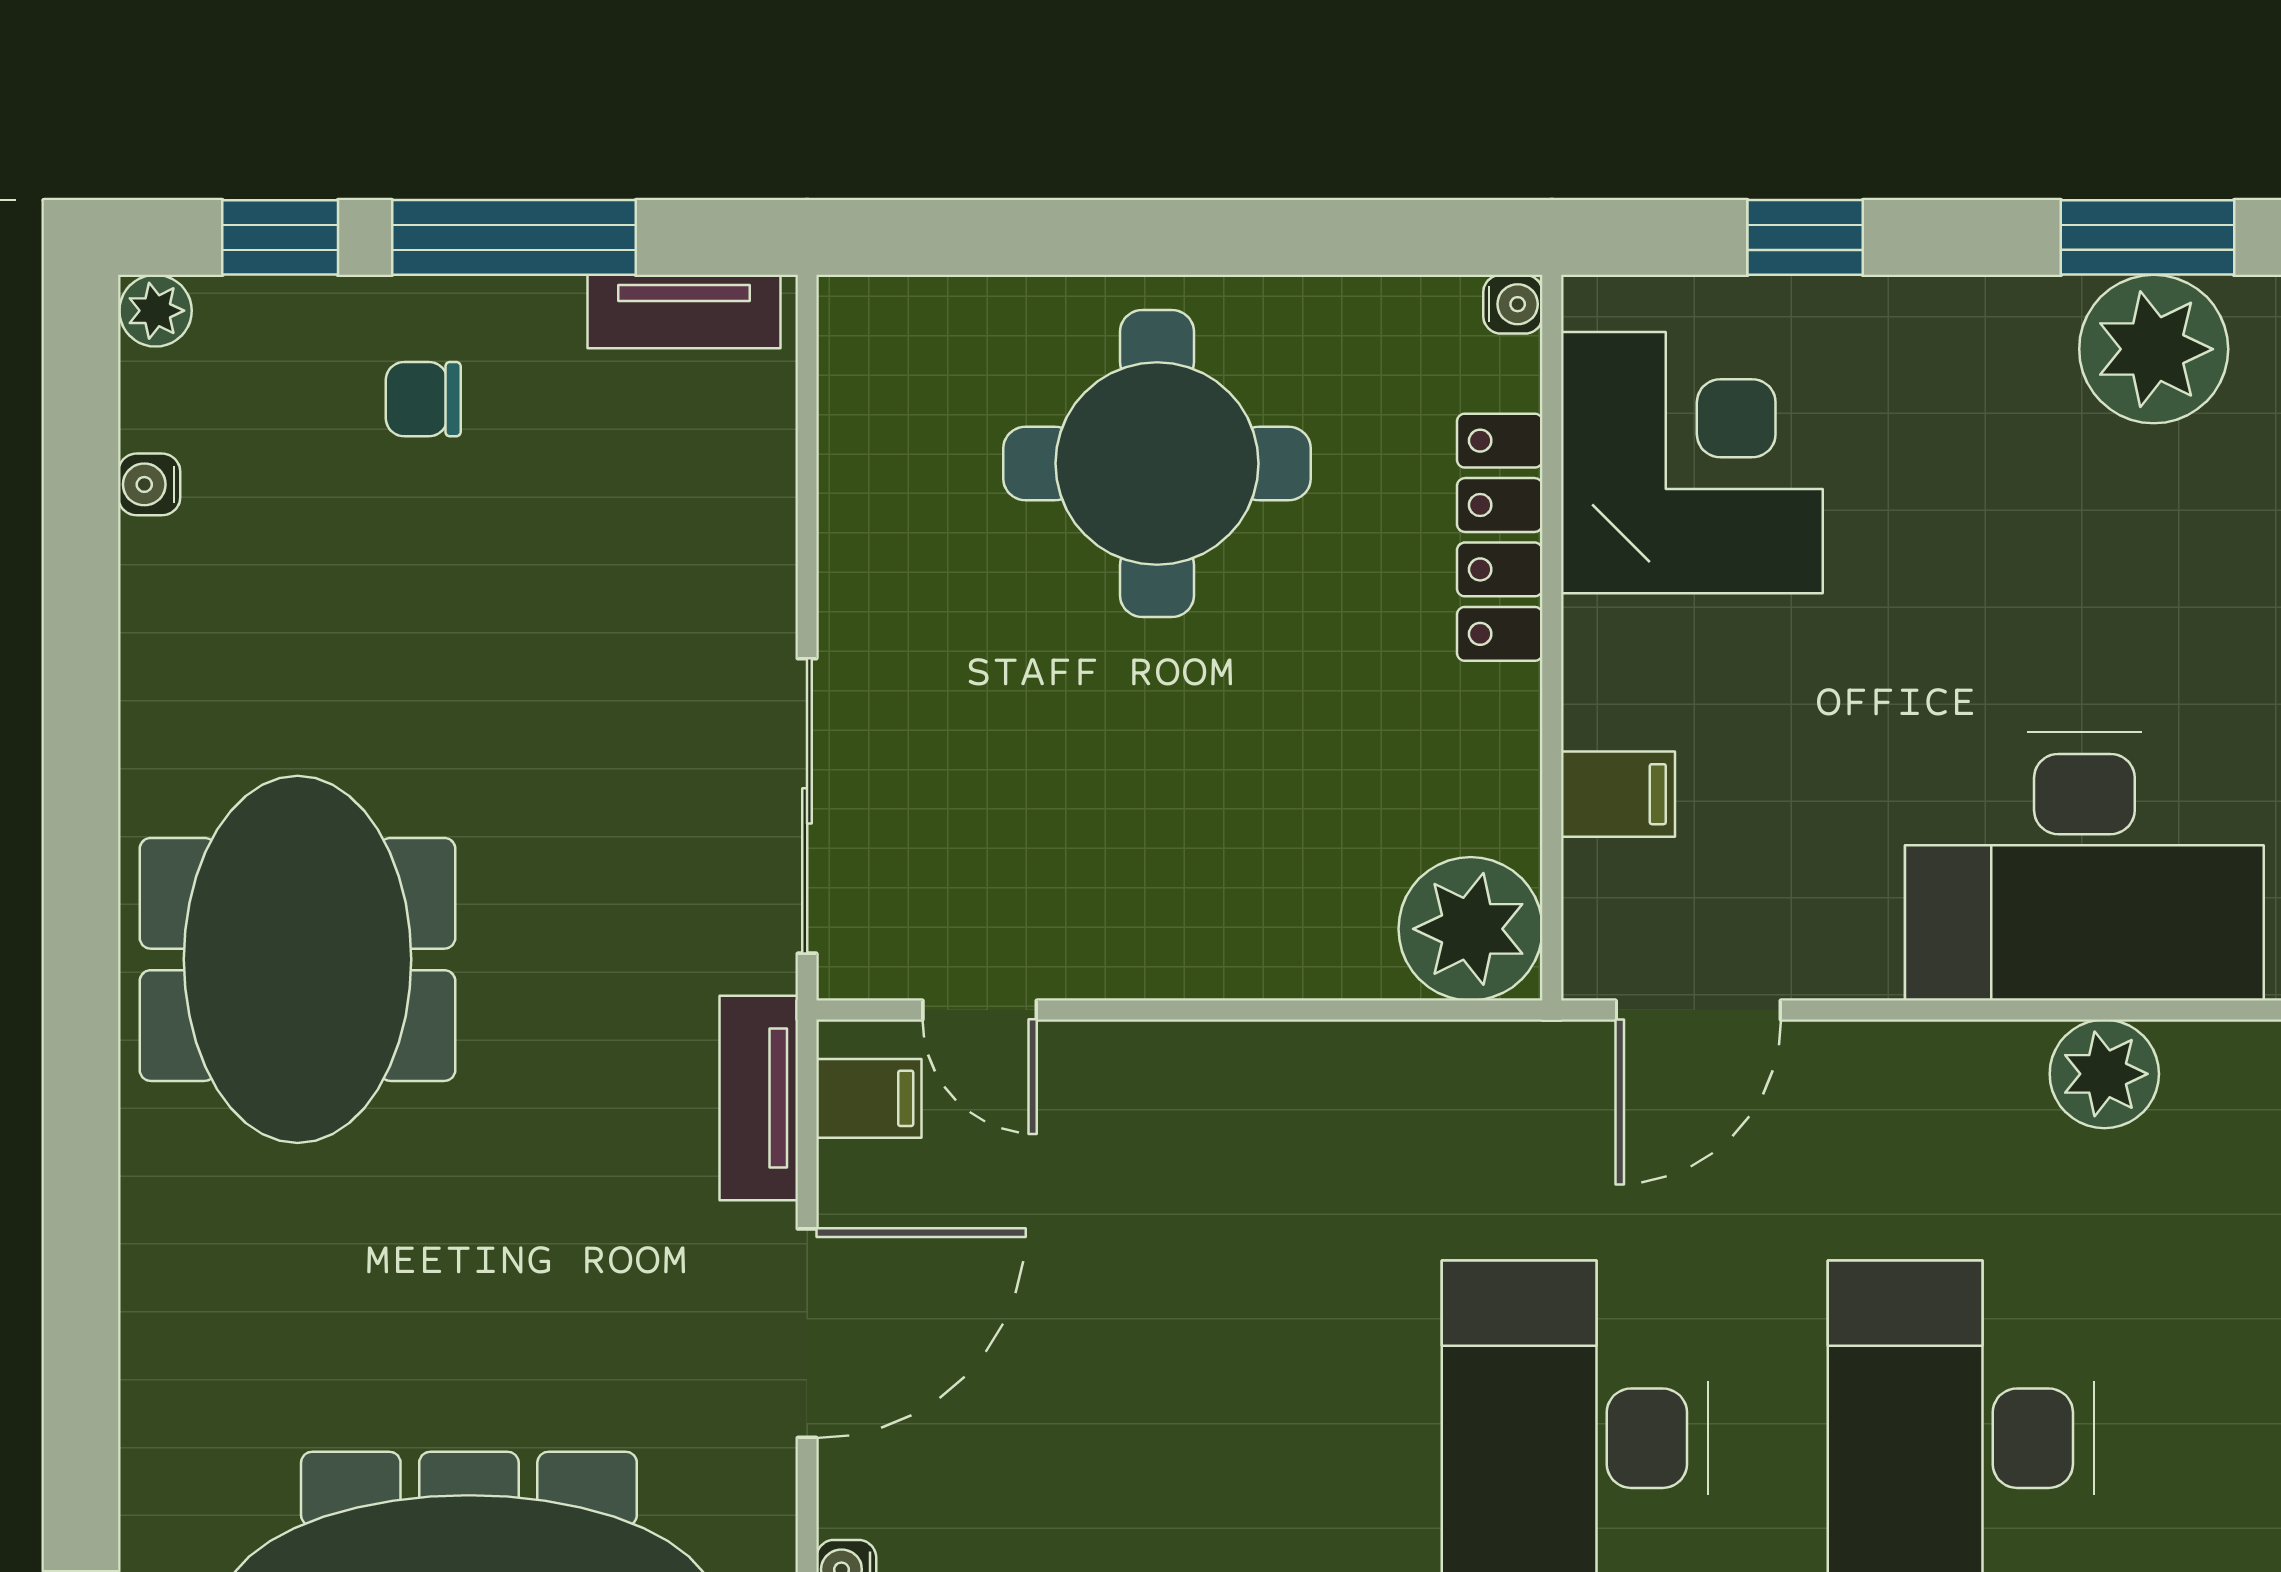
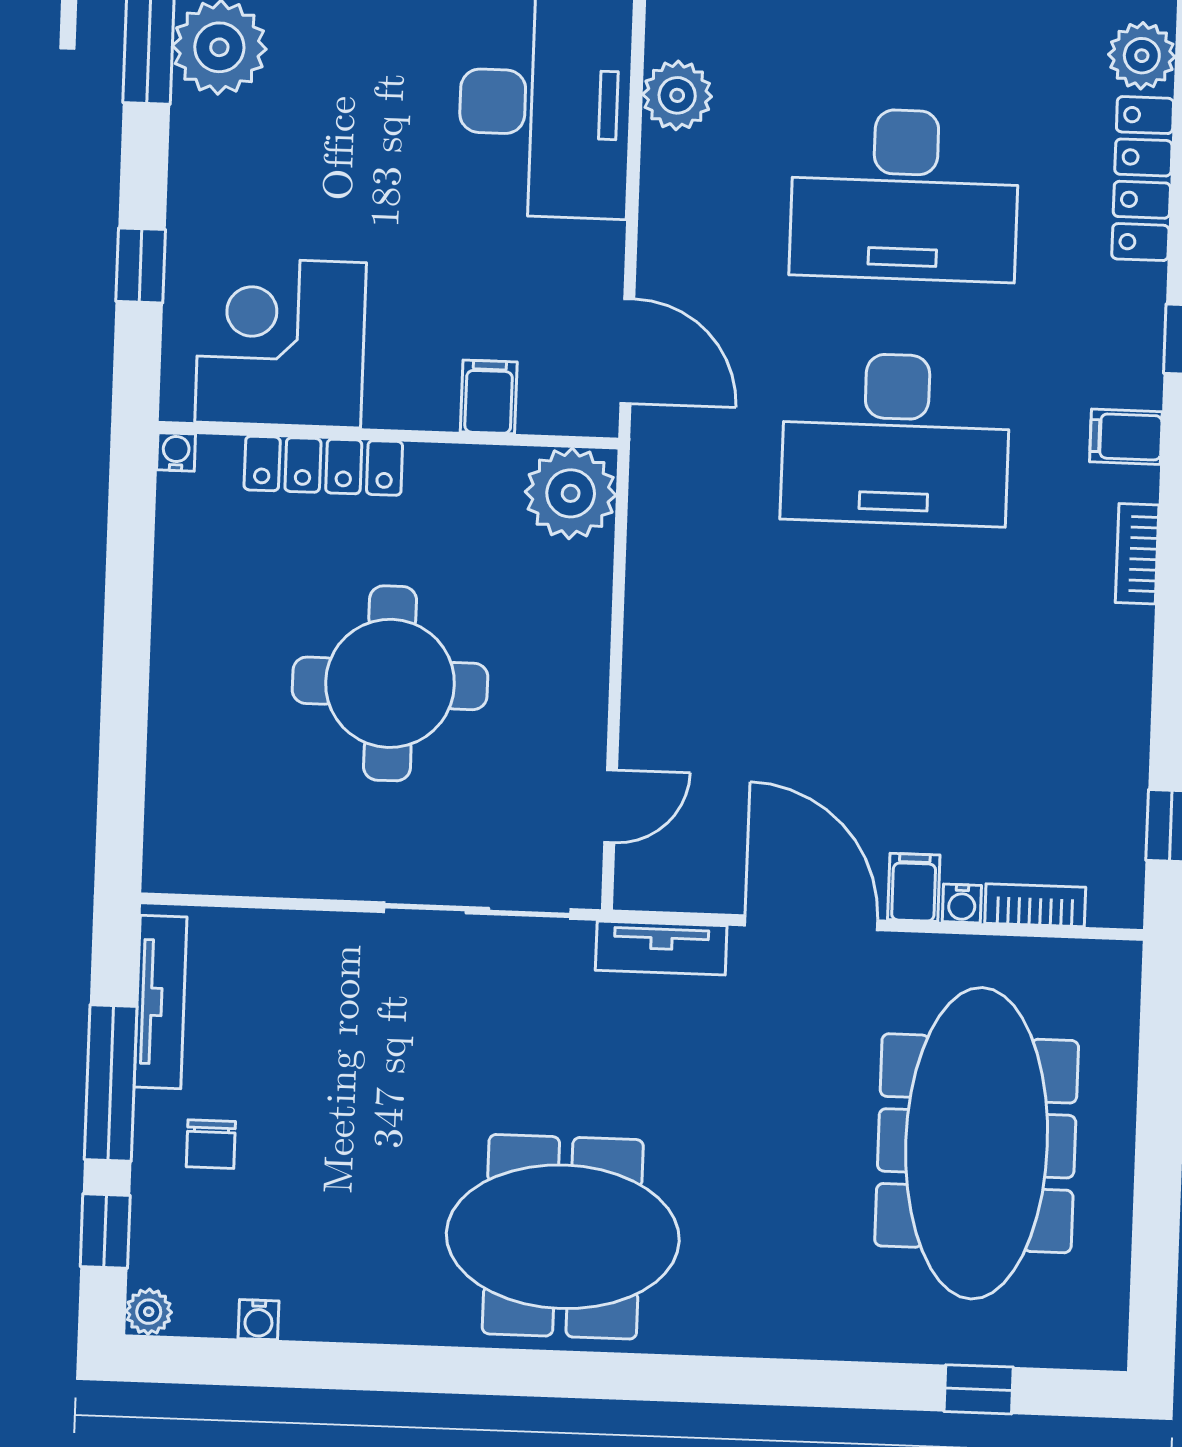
tv unit: (684, 311) -> (161, 1002), width x1.41
round table: (1157, 463) -> (390, 683), moved
filing cabinet: (869, 1098) -> (914, 887), moved

